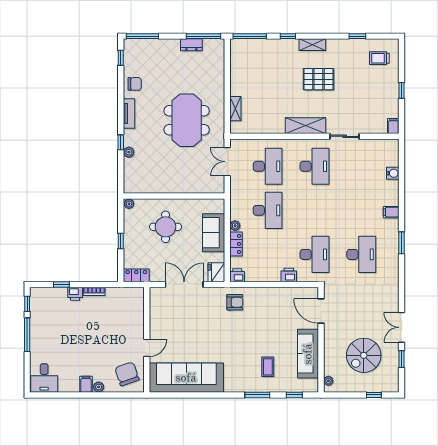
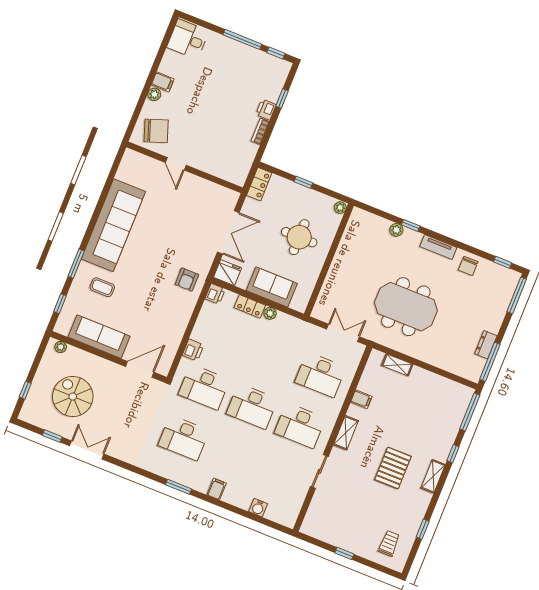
shelving: (305, 126) -> (346, 433), width x0.67, depth x0.75
filing cabinet: (393, 126) -> (361, 399), moved
desk: (268, 210) -> (252, 406), moved
sofa: (186, 378) -> (113, 225), moved

